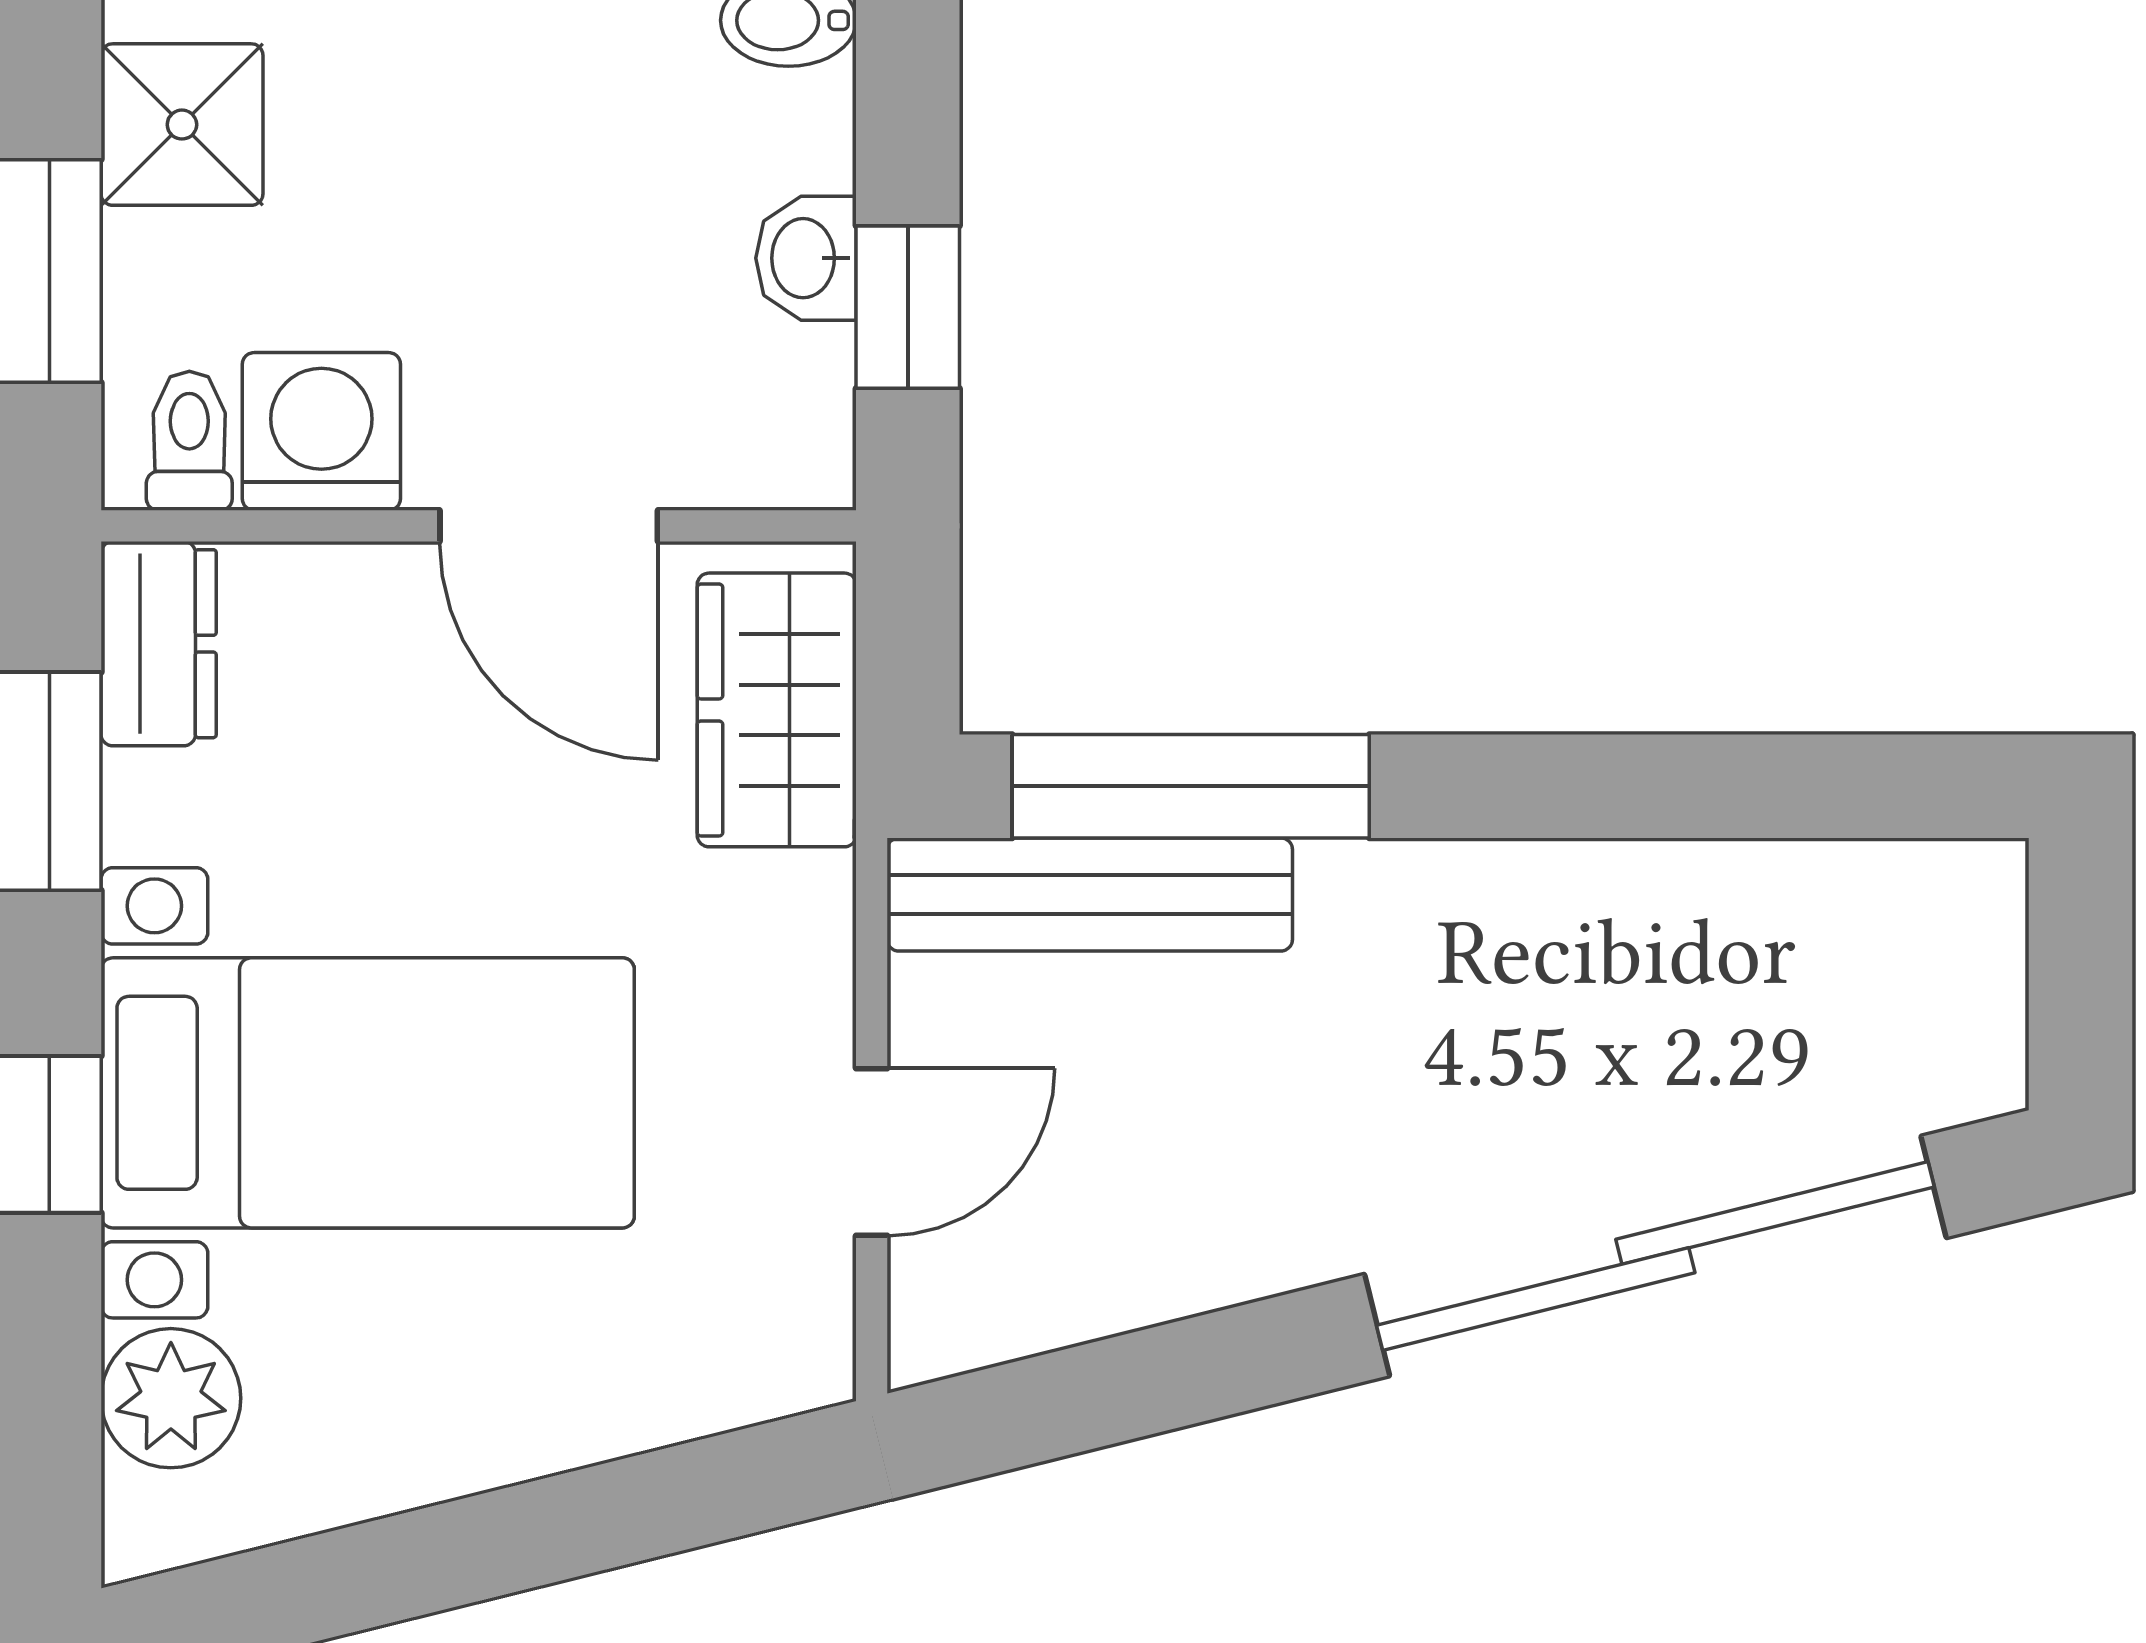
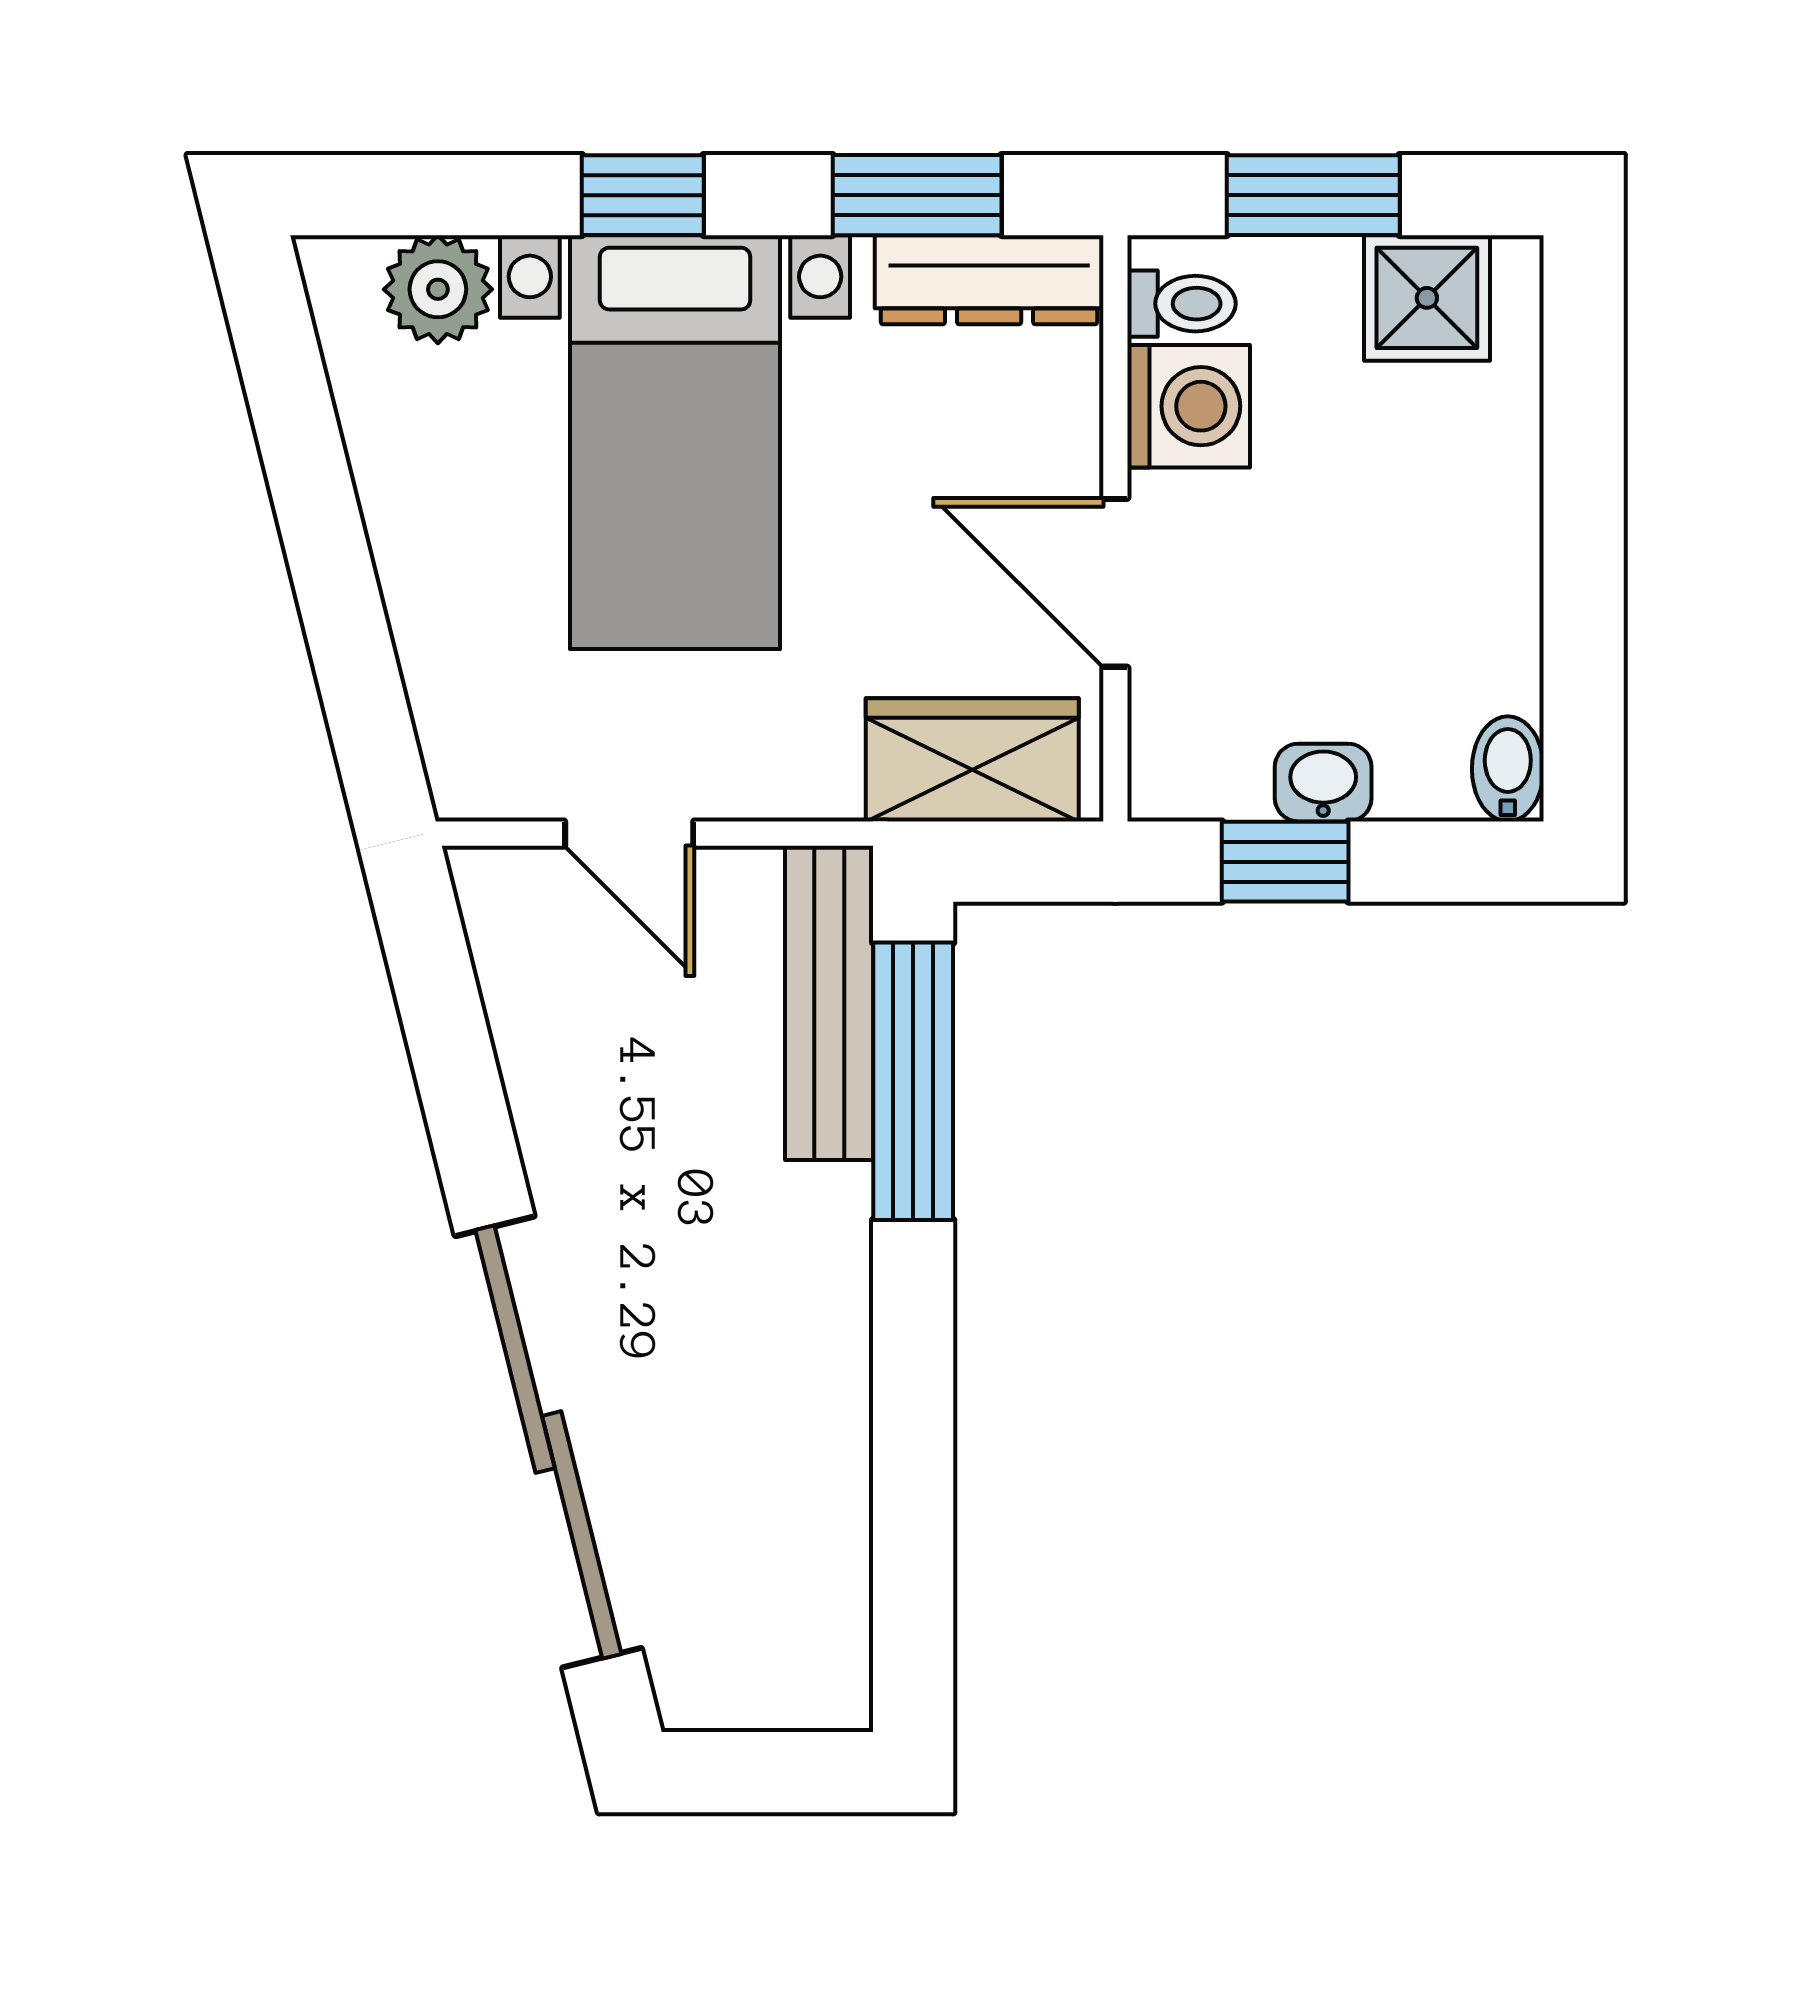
door: (549, 526) -> (1115, 583), hinge flipped
dresser: (159, 644) -> (989, 280), width x1.44

